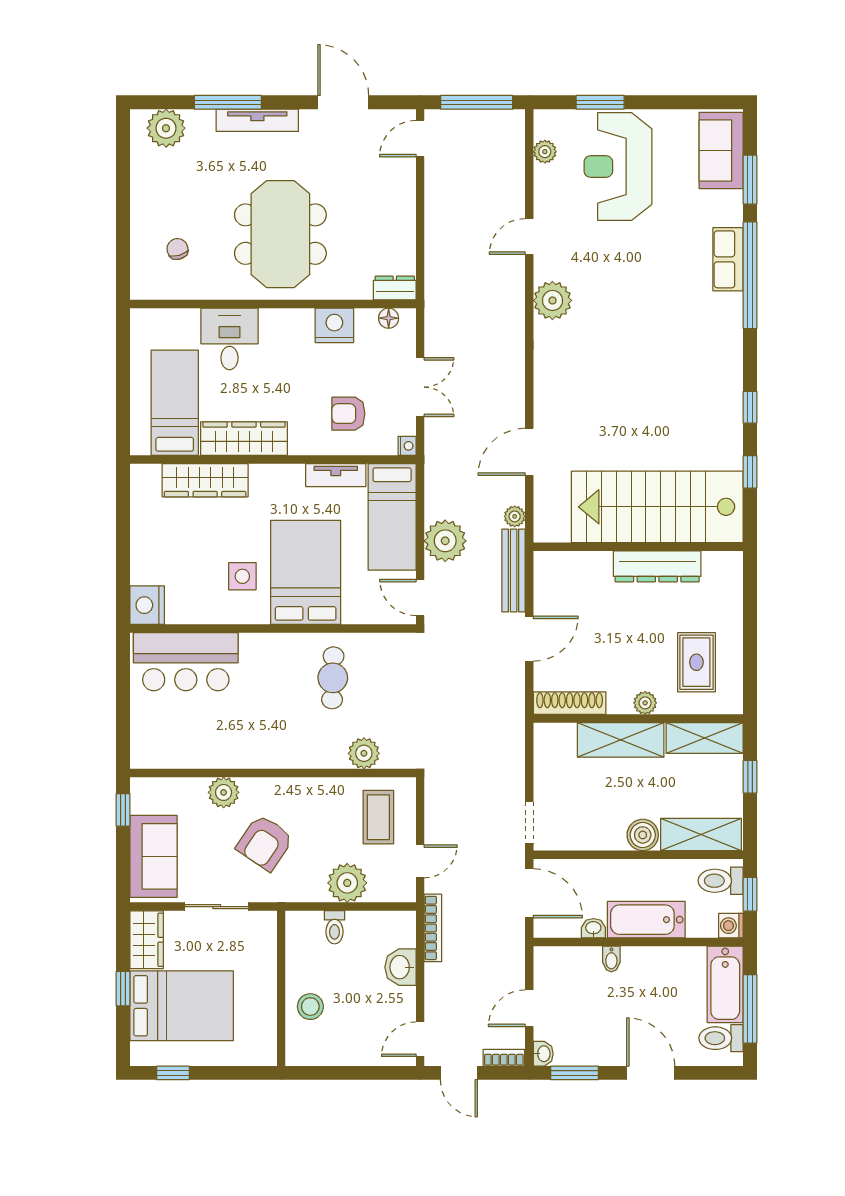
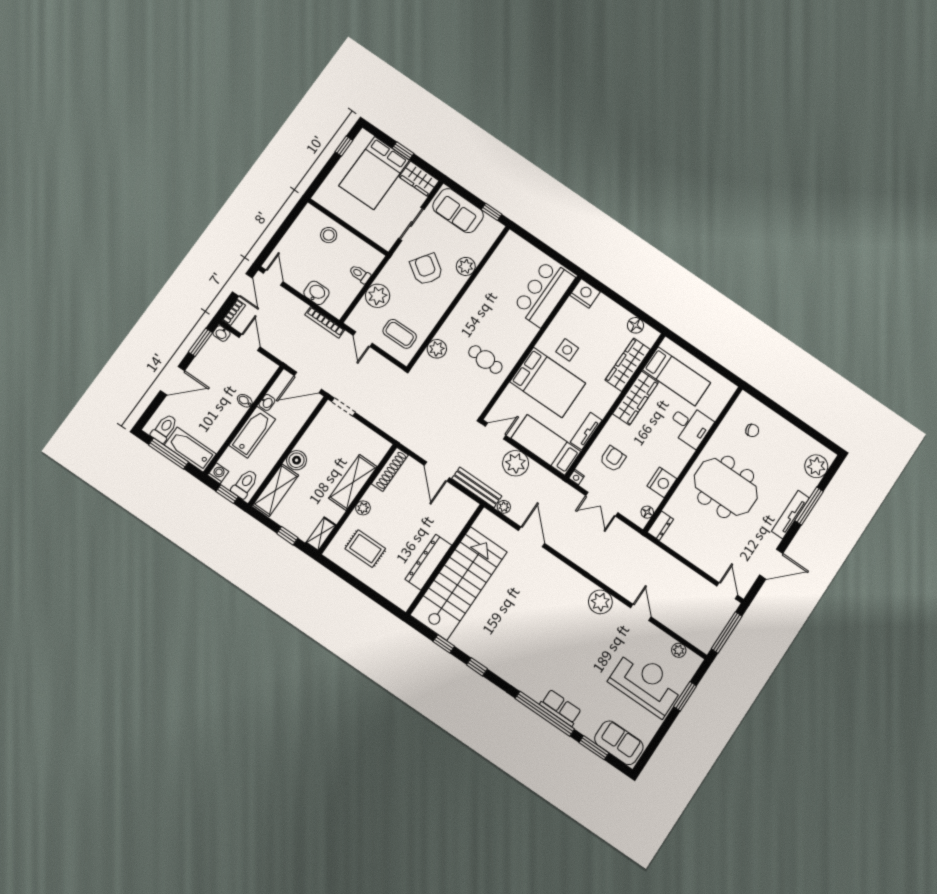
floor lamp: (143, 506) -> (635, 325), added
shelving: (705, 738) -> (321, 534), width x0.67, depth x0.75
door: (459, 1073) -> (242, 285), swing flipped

